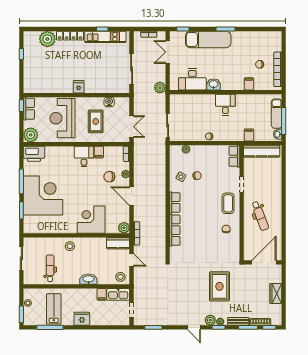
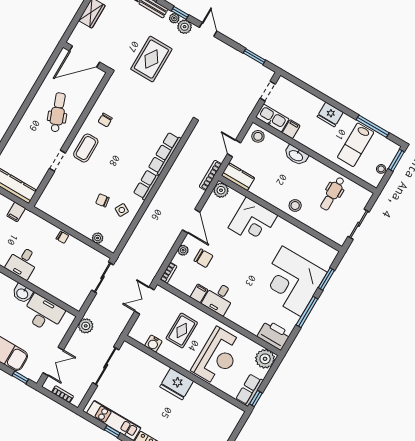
fridge: (79, 87) -> (177, 384), width x1.88, depth x1.34
row of seats: (234, 156) -> (47, 198), removed

